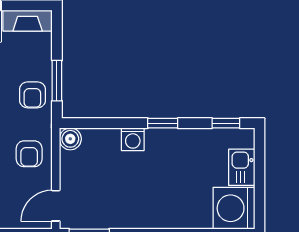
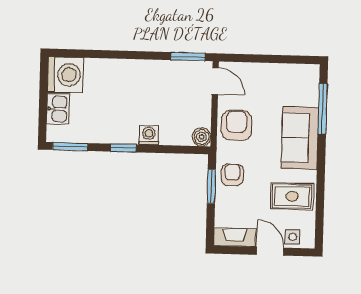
window: (226, 123) -> (70, 146), width x1.50
armchair: (29, 154) -> (237, 125), width x1.38, depth x1.38
door: (56, 206) -> (215, 81), hinge flipped

